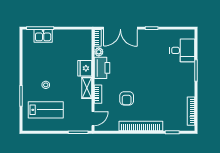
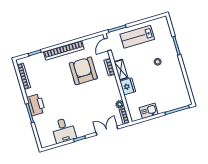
double door: (120, 28) -> (107, 131), width x0.73
kitchen sink: (43, 36) -> (149, 111), moved
desk: (182, 50) -> (64, 130), moved, turned -90
printer: (102, 68) -> (36, 105), moved, turned 180
armchair: (127, 98) -> (83, 71), width x1.88, depth x1.88
lab bench: (46, 110) -> (137, 37), moved

